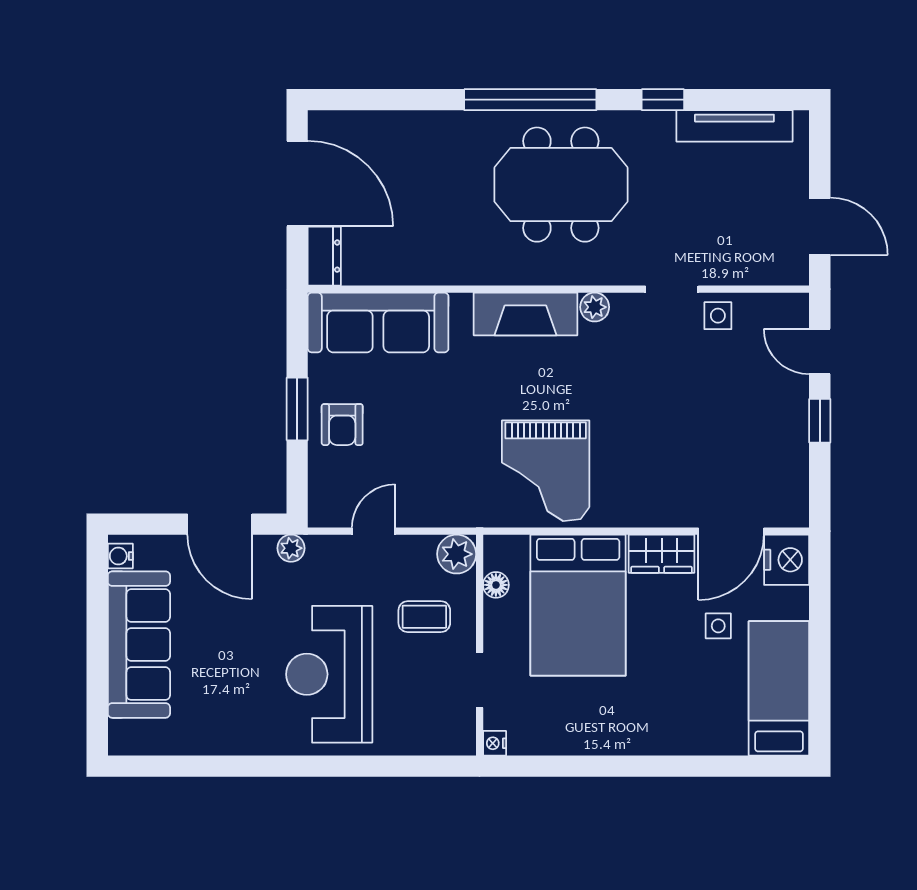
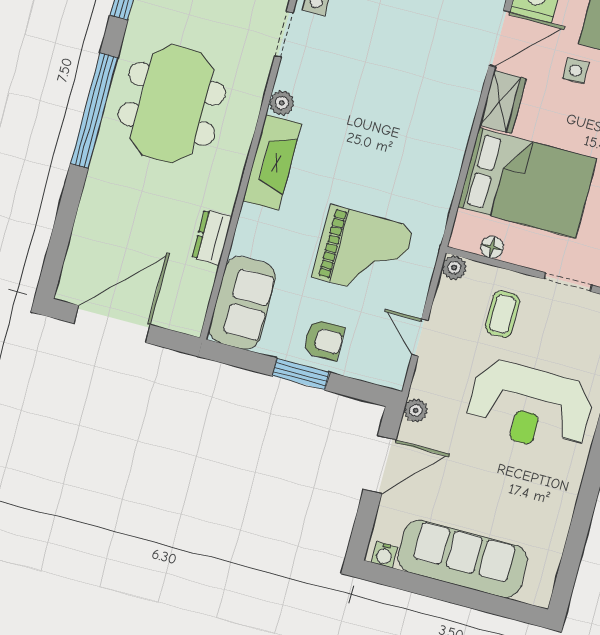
dresser: (324, 256) -> (212, 237), moved, turned -90
sofa: (378, 322) -> (242, 303), width x0.73
grand piano: (546, 471) -> (363, 252), moved
door: (731, 531) -> (499, 39), hinge flipped
plant: (457, 554) -> (454, 268), width x0.73, depth x0.73

